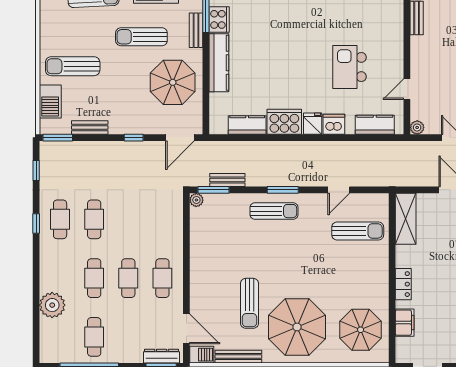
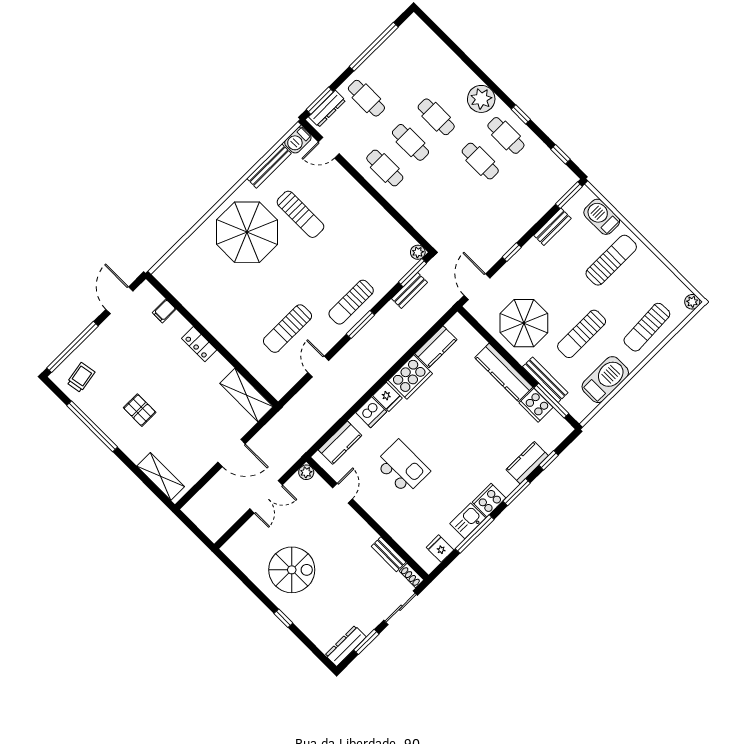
bench: (196, 30) -> (545, 380), width x1.36
sun lounger: (141, 37) -> (582, 334), turned 180
sun lounger: (358, 231) -> (287, 329), moved
sun lounger: (249, 303) -> (300, 214), turned 180
plant: (52, 305) -> (481, 99), moved
filing cabinet: (405, 323) -> (164, 311), width x0.50
door: (186, 329) -> (329, 148), width x0.73
parasol: (361, 330) -> (197, 278), removed
cafe table: (94, 337) -> (366, 98), moved

